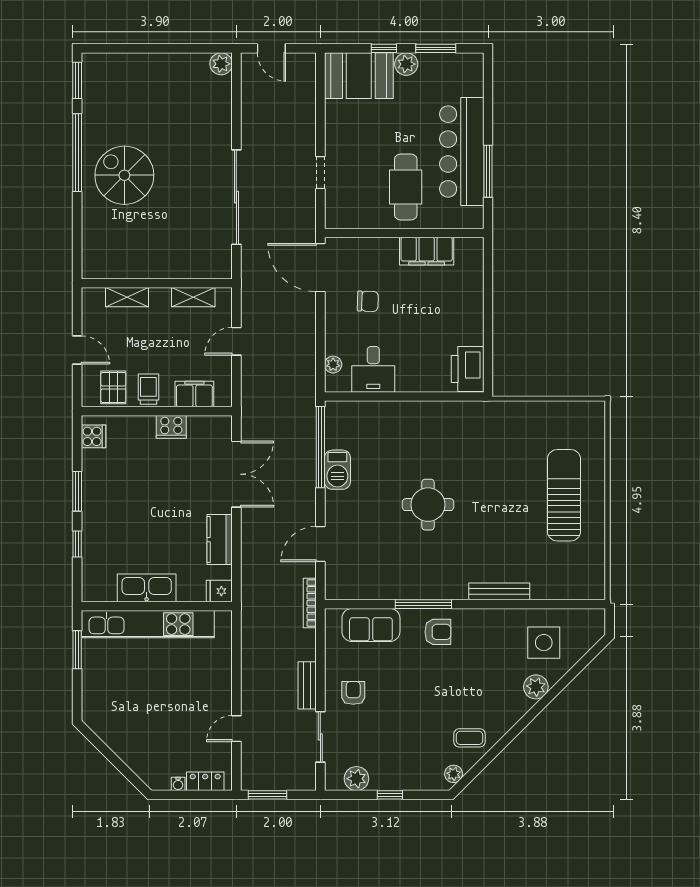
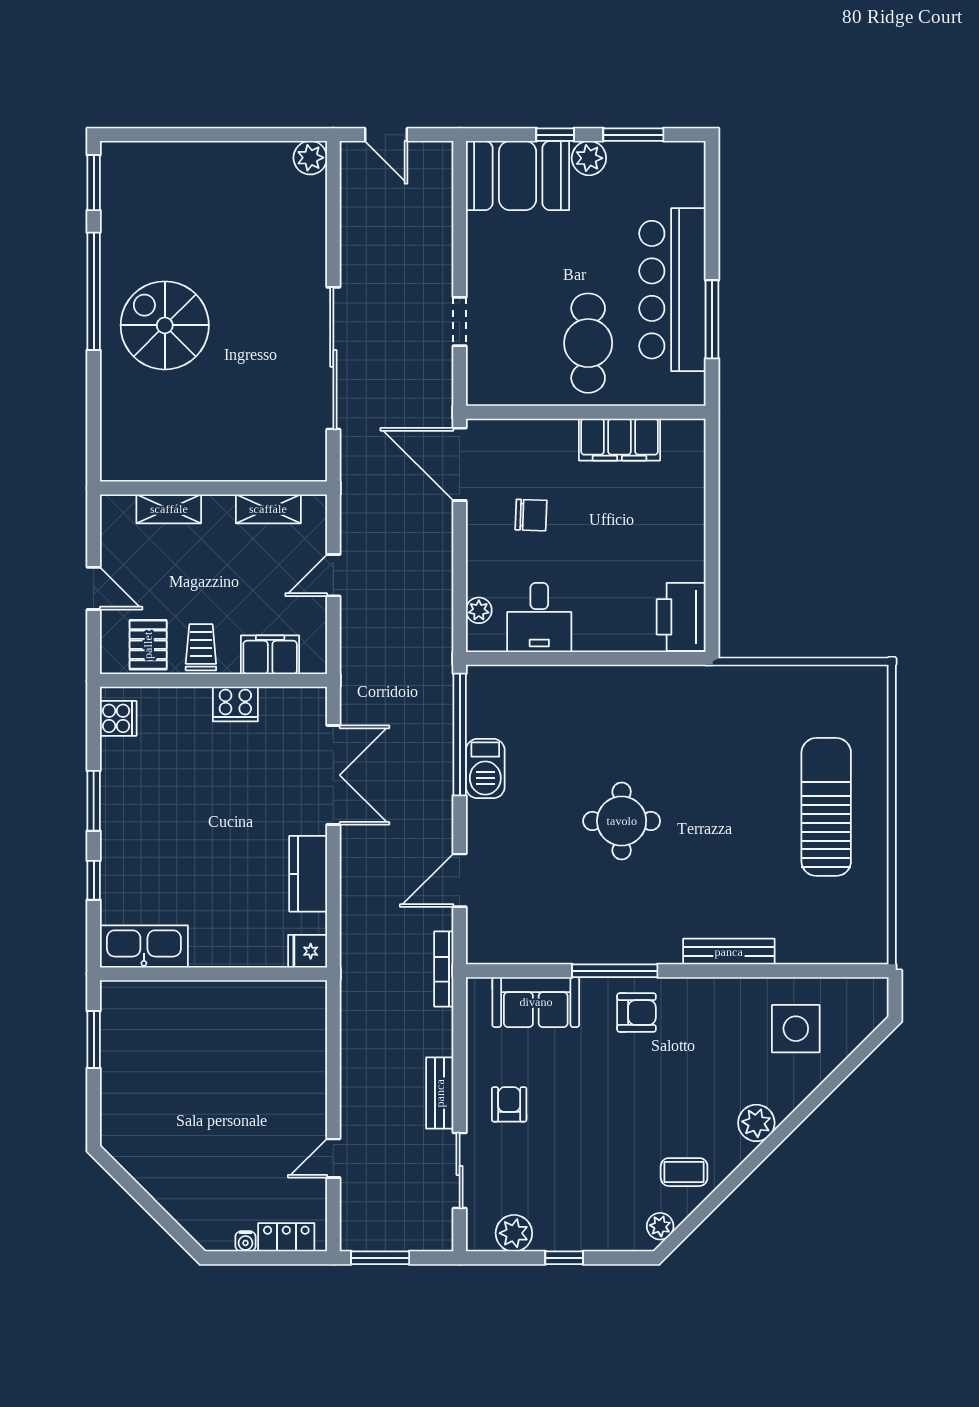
kitchen sink: (147, 588) -> (144, 946), moved
kitchen unit: (148, 624) -> (200, 1001), removed
plant: (536, 687) -> (756, 1123), moved

